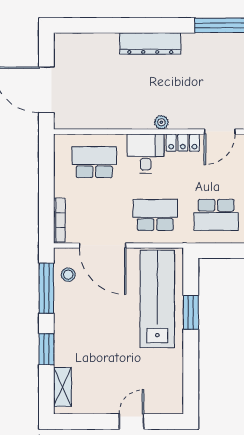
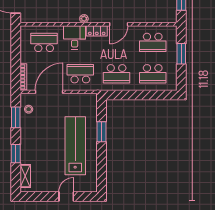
door: (103, 245) -> (49, 92), swing flipped
window: (46, 288) -> (16, 117), width x0.69
lab bench: (157, 299) -> (75, 146), moved

